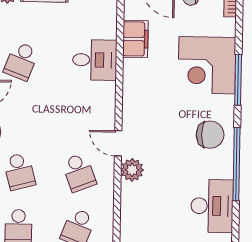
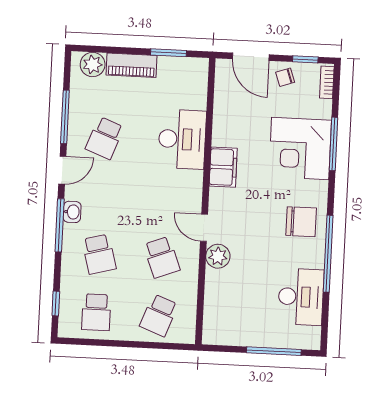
filing cabinet: (135, 39) -> (223, 167), moved
desk: (95, 60) -> (182, 139), width x1.37
window: (238, 80) -> (333, 144), moved

